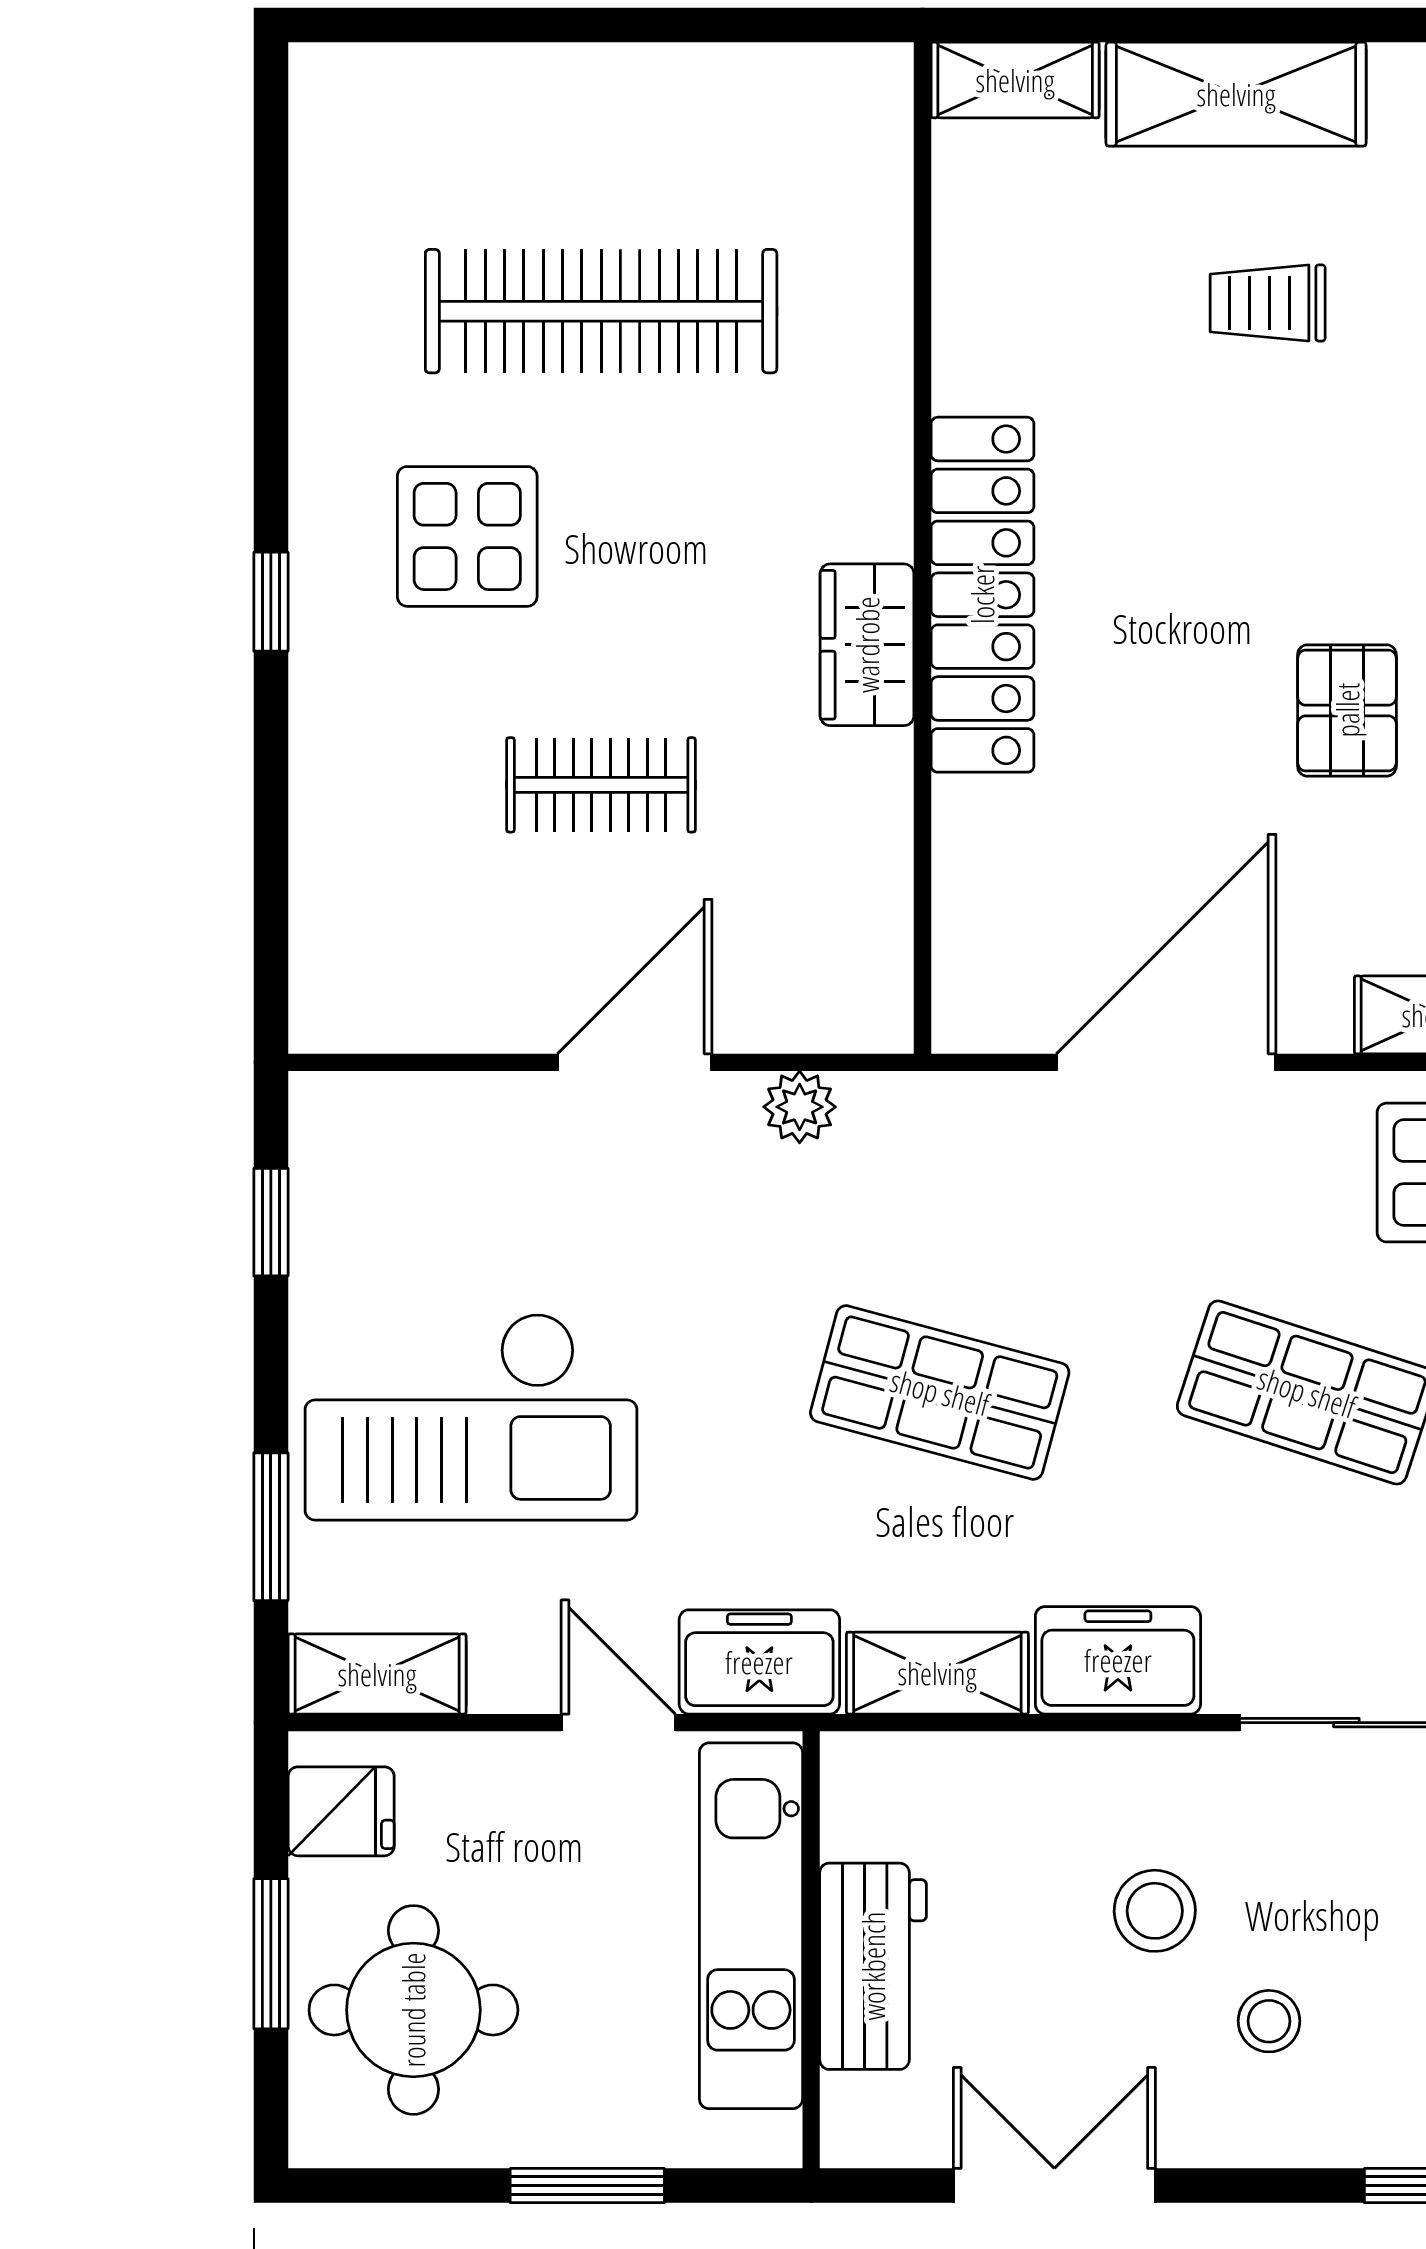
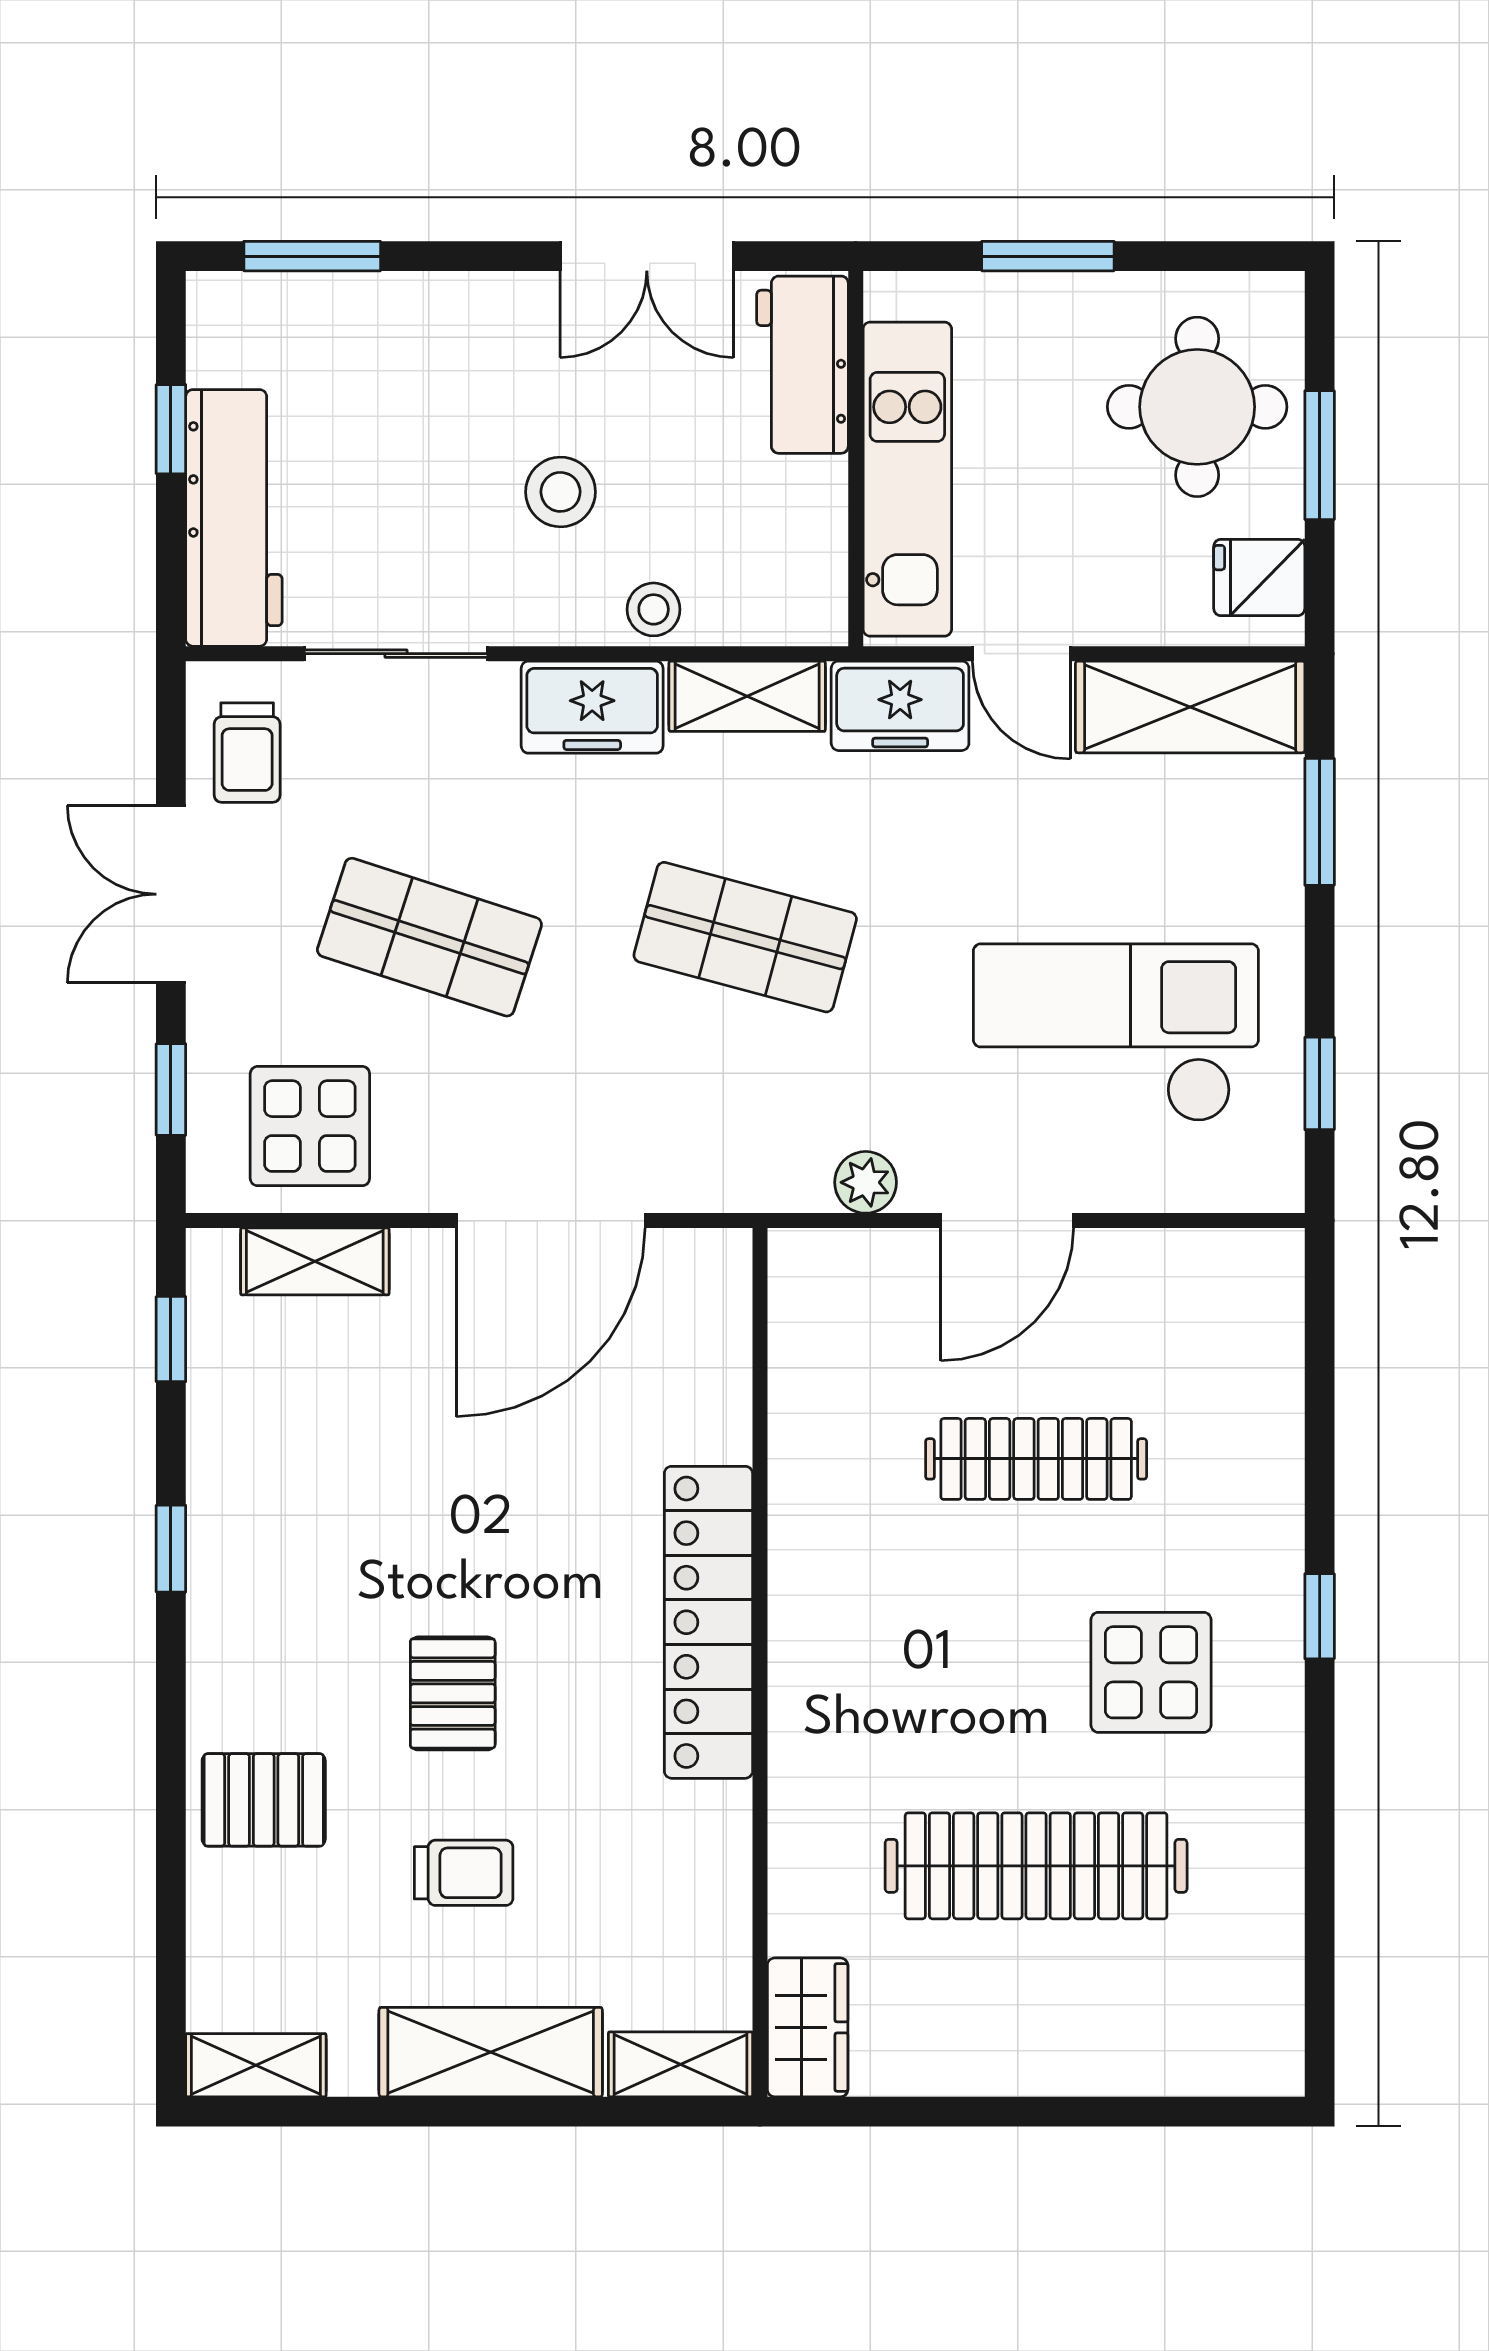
wardrobe: (867, 645) -> (808, 2027), moved
pallet: (1347, 710) -> (453, 1693), moved
clothes rail: (601, 785) -> (1036, 1459), width x1.36
checkout: (471, 1417) -> (1116, 1033), moved
shelving: (377, 1674) -> (1190, 707), width x1.50, depth x1.33
workbench: (873, 1966) -> (803, 365), moved
stool: (1269, 2021) -> (654, 609), moved

